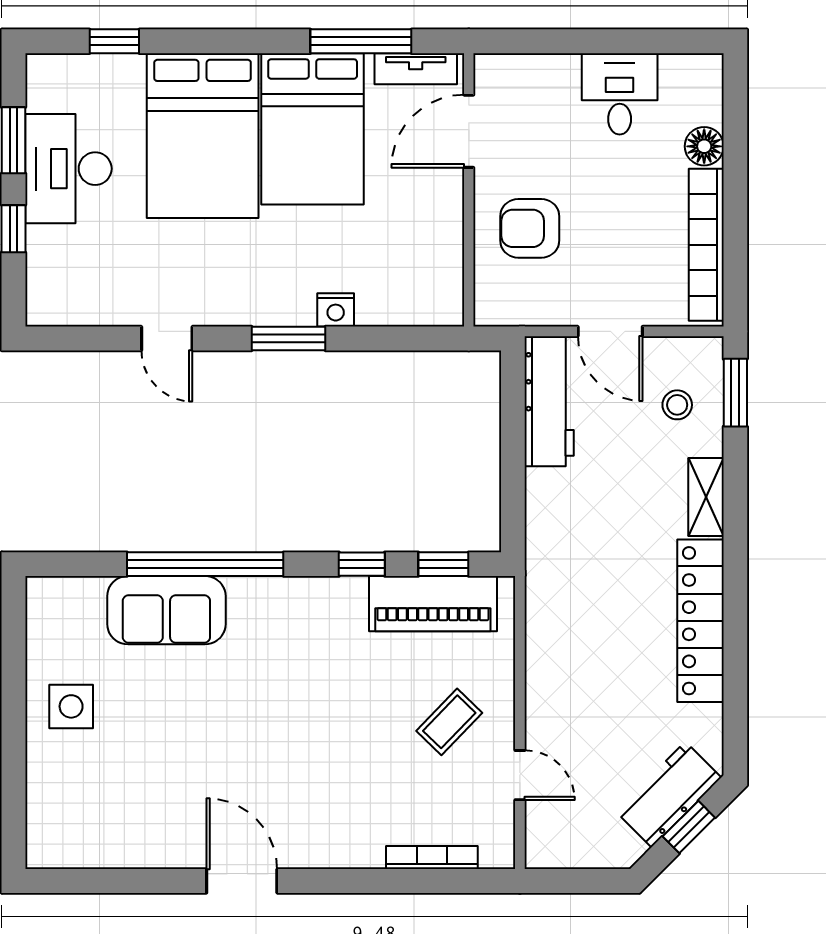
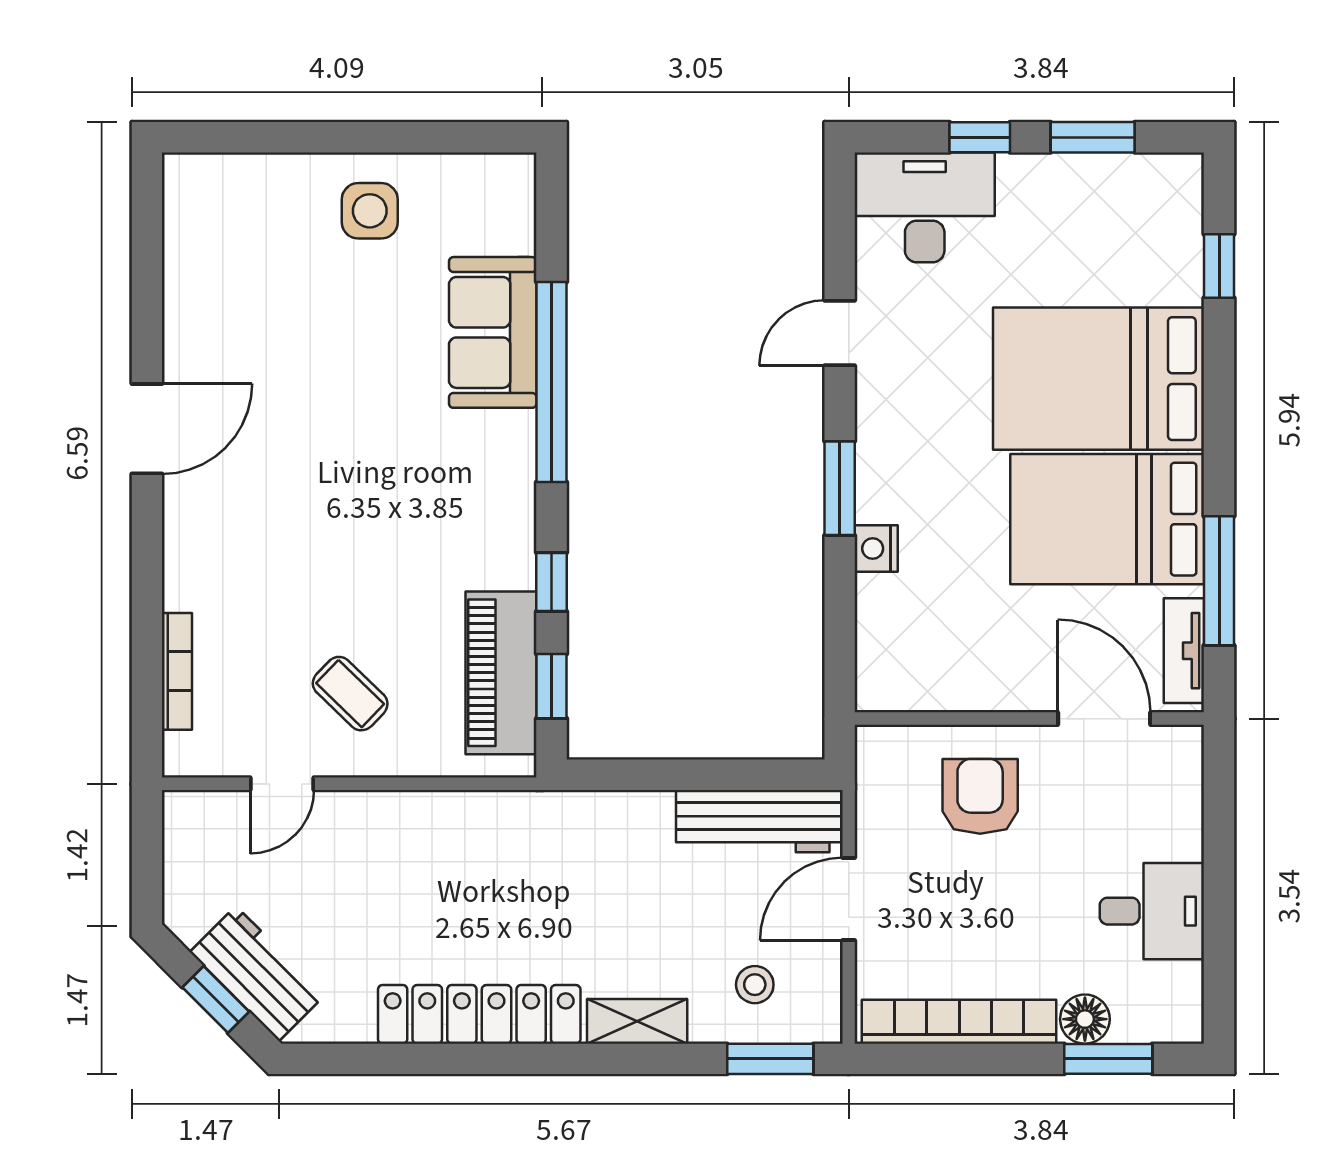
window: (735, 128) -> (1108, 1059), added
desk: (68, 169) -> (925, 207), moved

